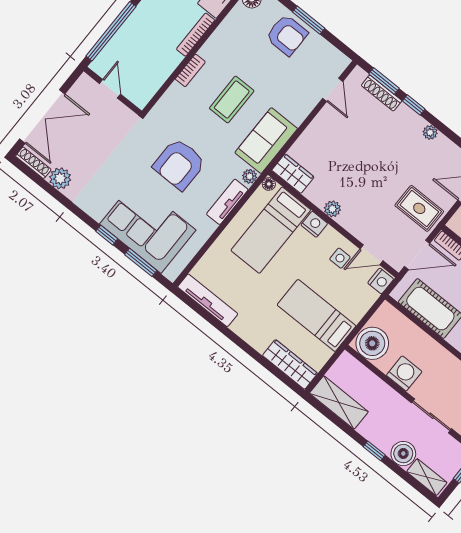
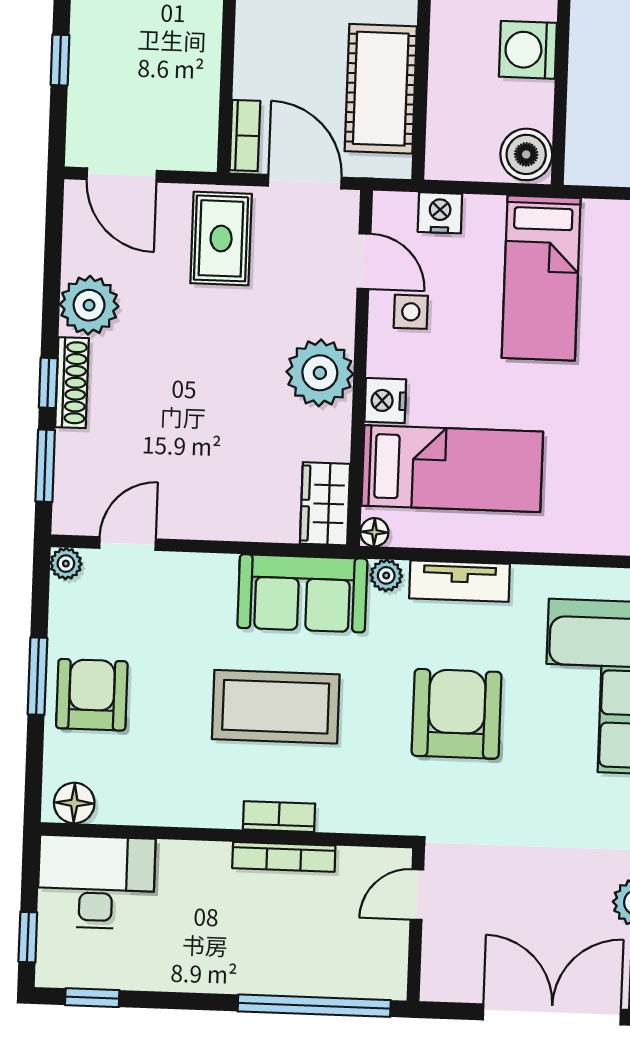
bookcase: (196, 35) -> (284, 857), moved
plant: (342, 62) -> (66, 564), added
door: (110, 89) -> (417, 895), moved
shoe rack: (382, 93) -> (72, 383), moved
coffee table: (232, 100) -> (276, 707), width x1.36, depth x1.32
plant: (430, 132) -> (89, 305), width x1.88, depth x1.88
armchair: (179, 164) -> (457, 714), turned -90
plant: (332, 209) -> (320, 373), width x1.88, depth x1.88
nightstand: (381, 281) -> (440, 213), moved
boiler: (372, 343) -> (526, 154), width x0.73, depth x0.73

